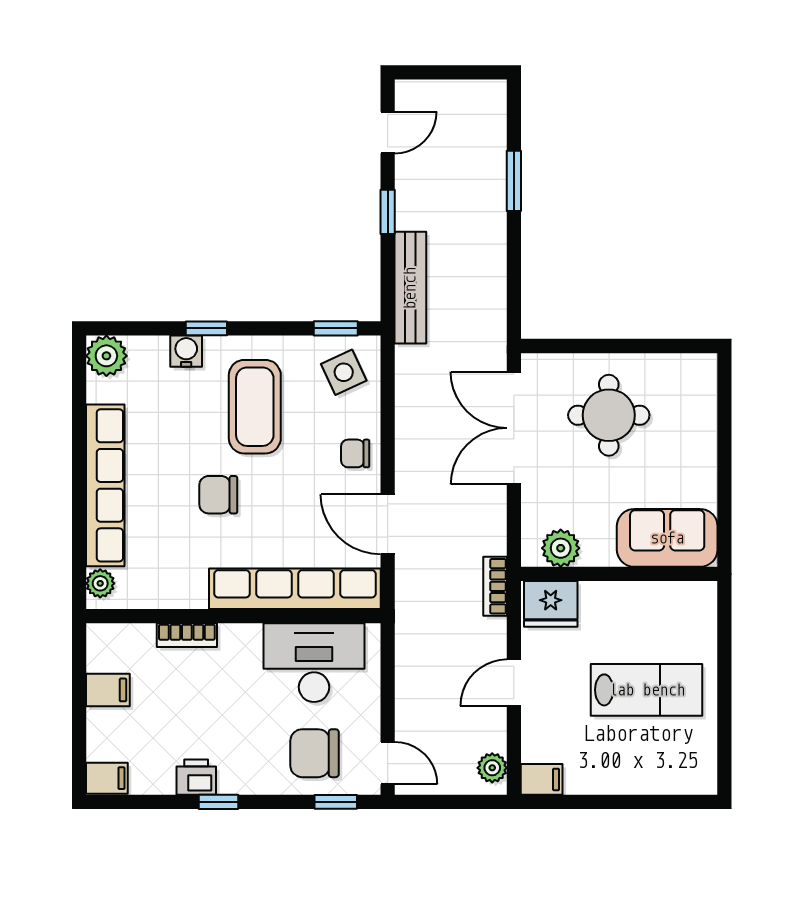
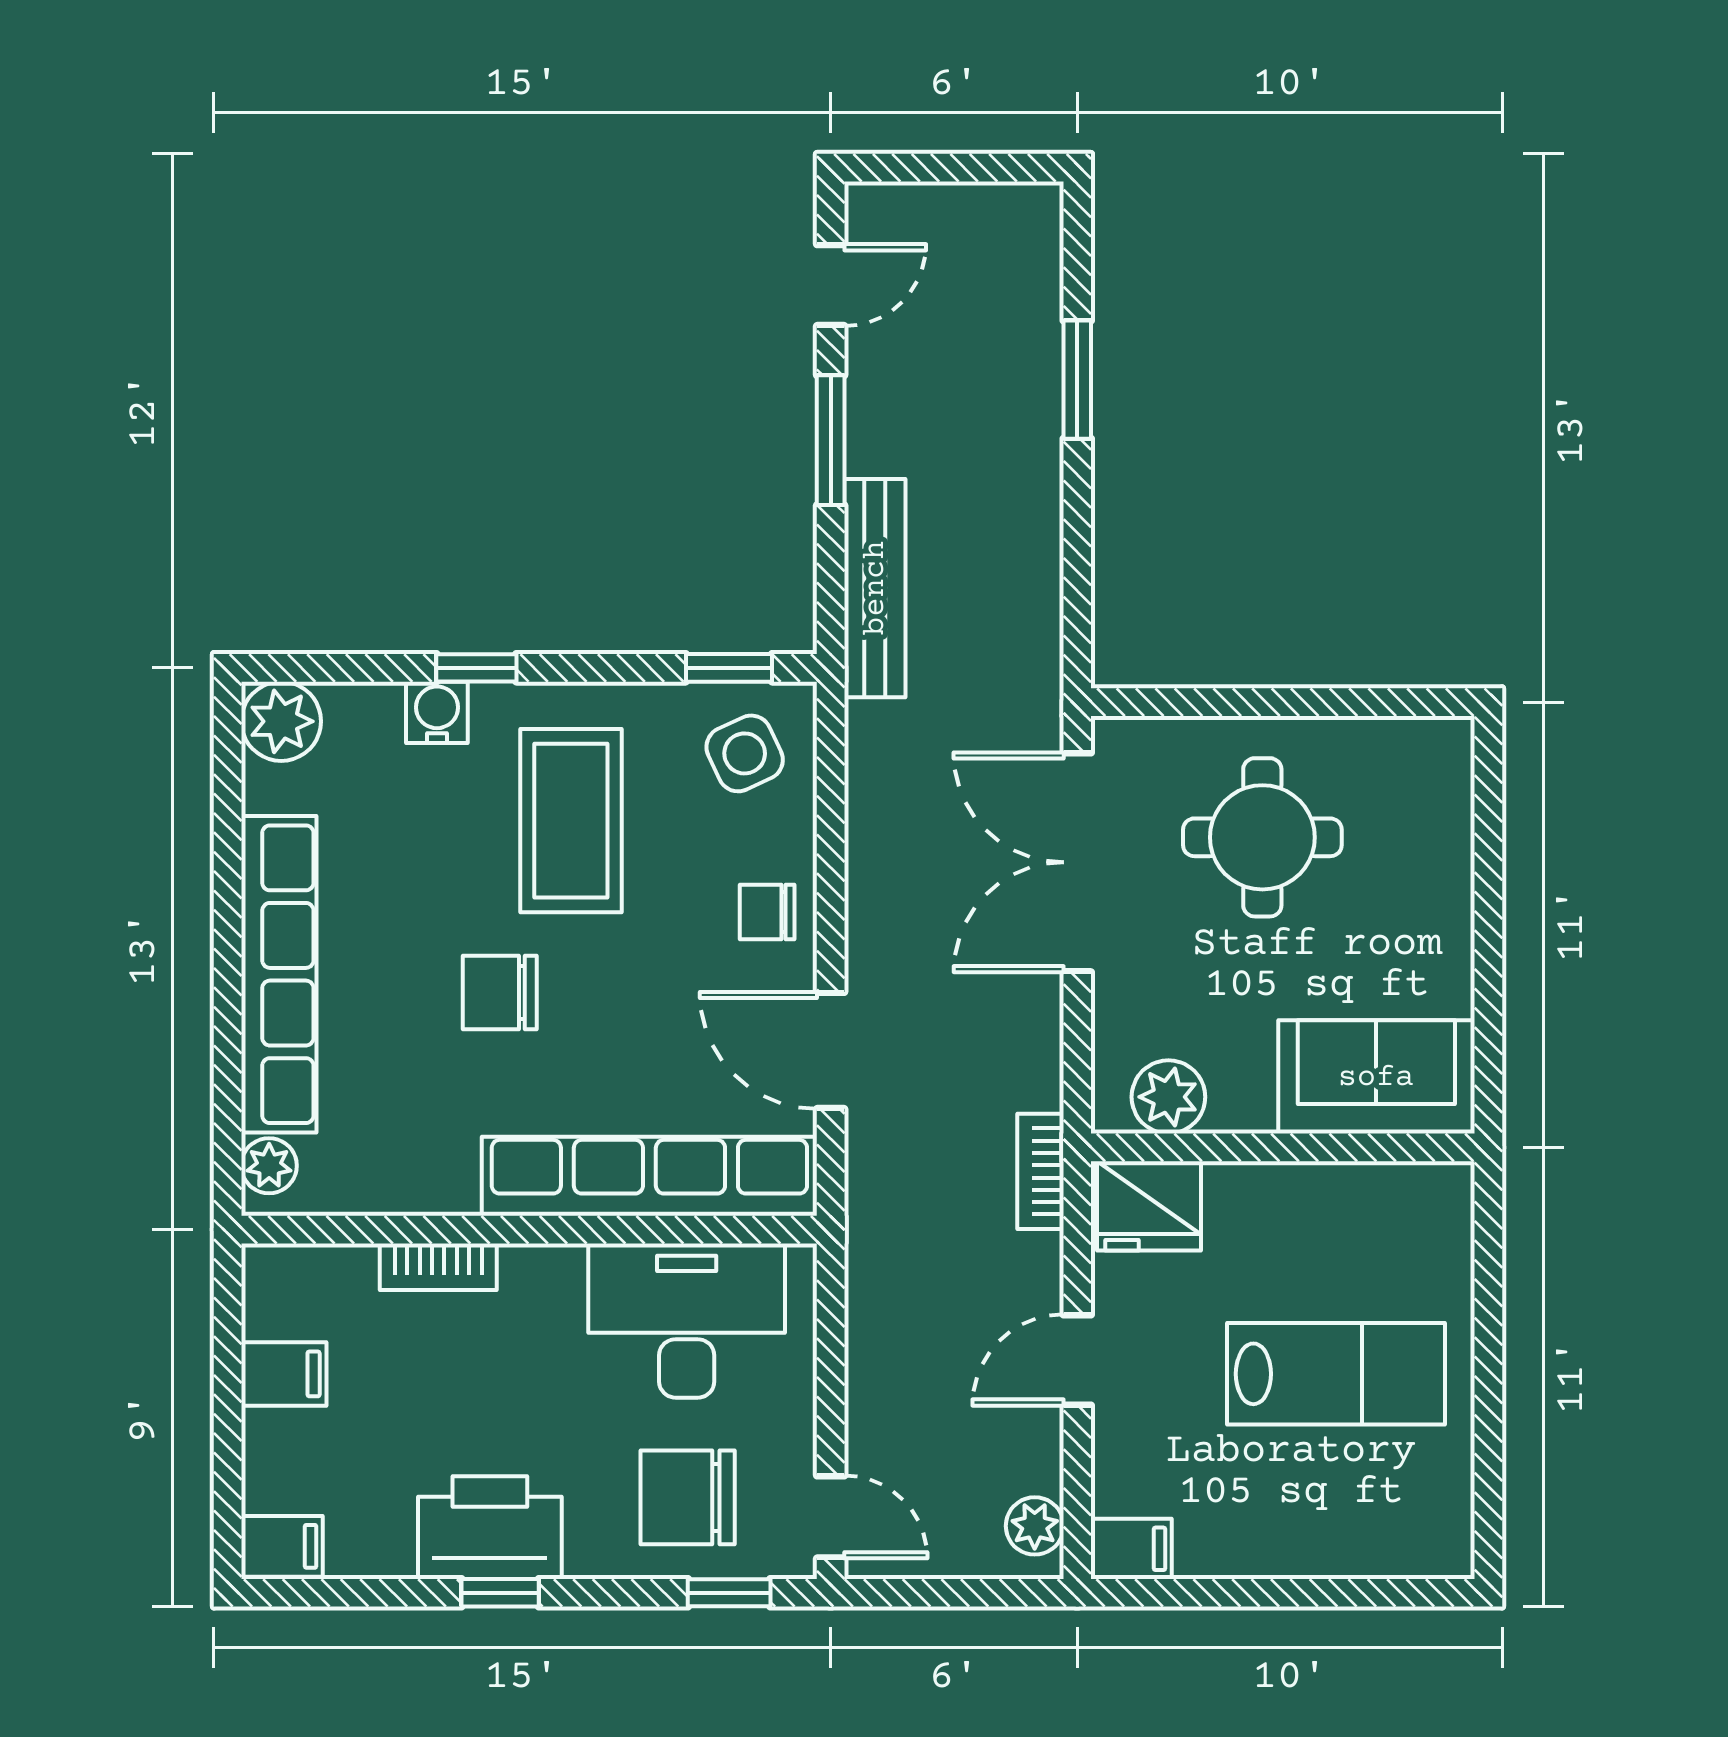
window: (388, 212) -> (831, 440), width x1.50
printer: (196, 777) -> (490, 1528), width x1.87, depth x1.48

